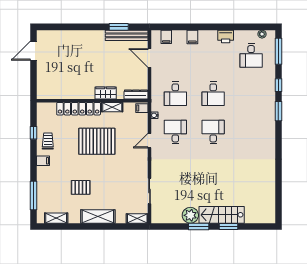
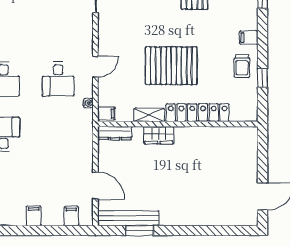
desk: (175, 94) -> (58, 134), removed

